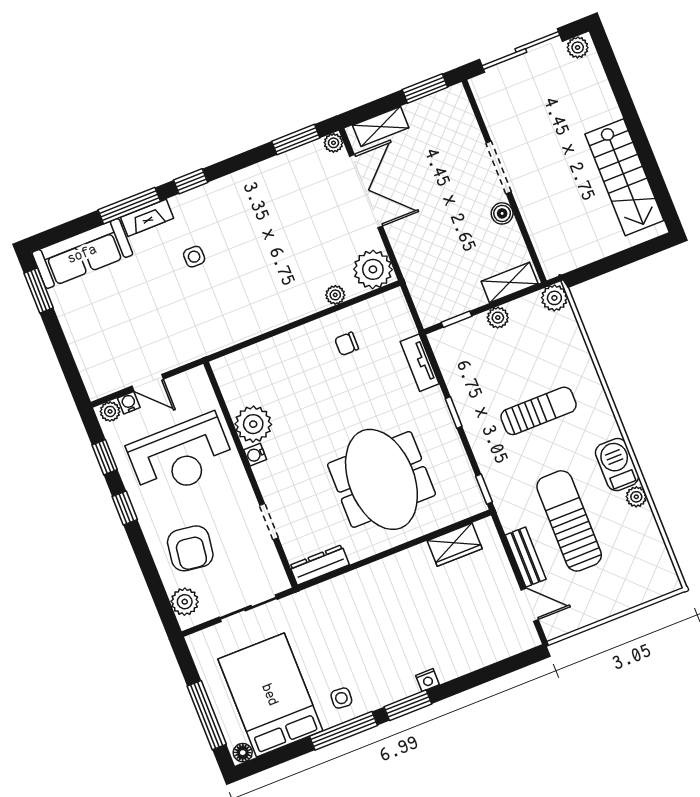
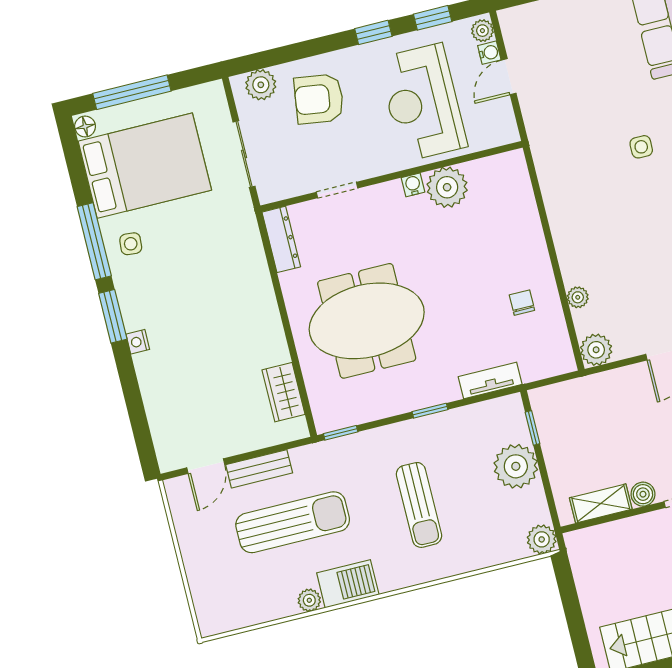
plant: (373, 269) -> (596, 350), width x0.73, depth x0.73
shelving: (510, 283) -> (601, 503), moved, turned 90
plant: (498, 318) -> (516, 466), width x1.87, depth x1.87

